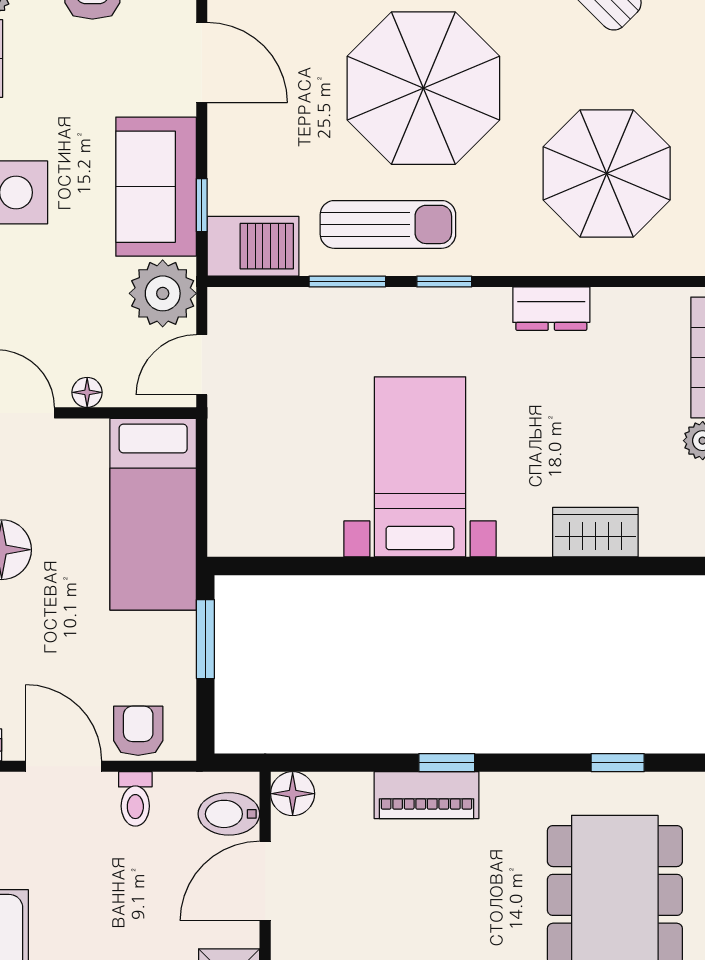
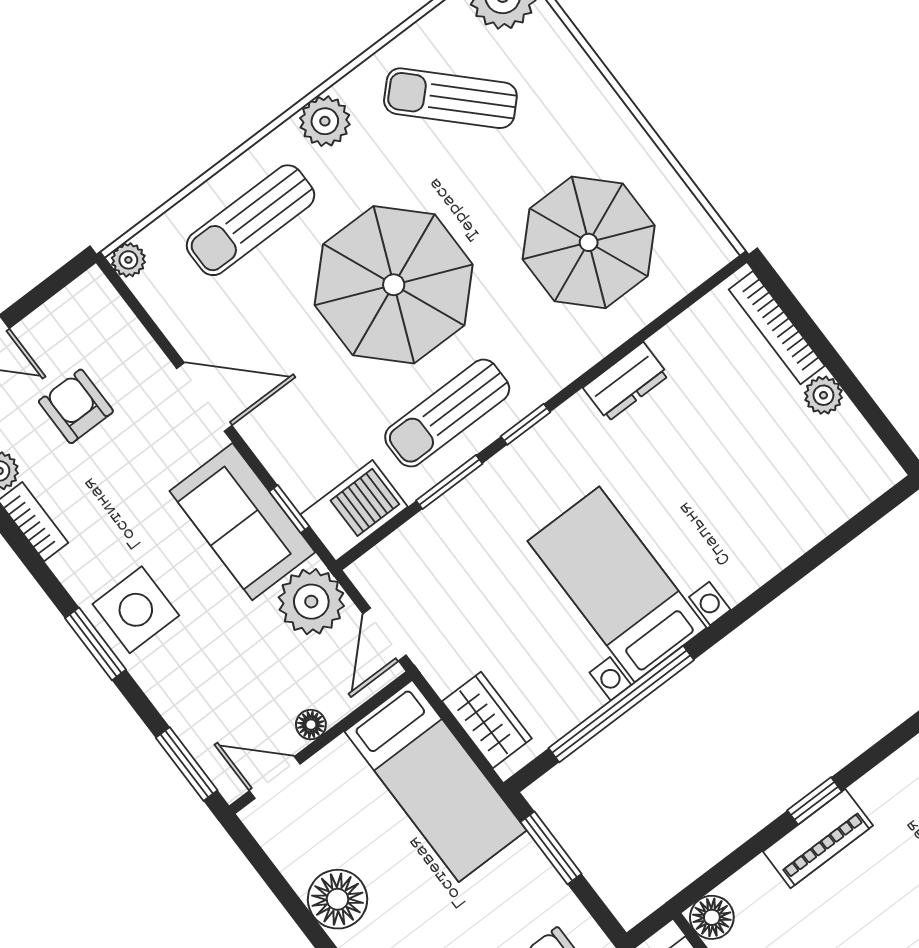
sun lounger: (388, 224) -> (447, 413), turned 180
wardrobe: (595, 532) -> (487, 720), moved, turned 90
window: (350, 566) -> (621, 704), added

